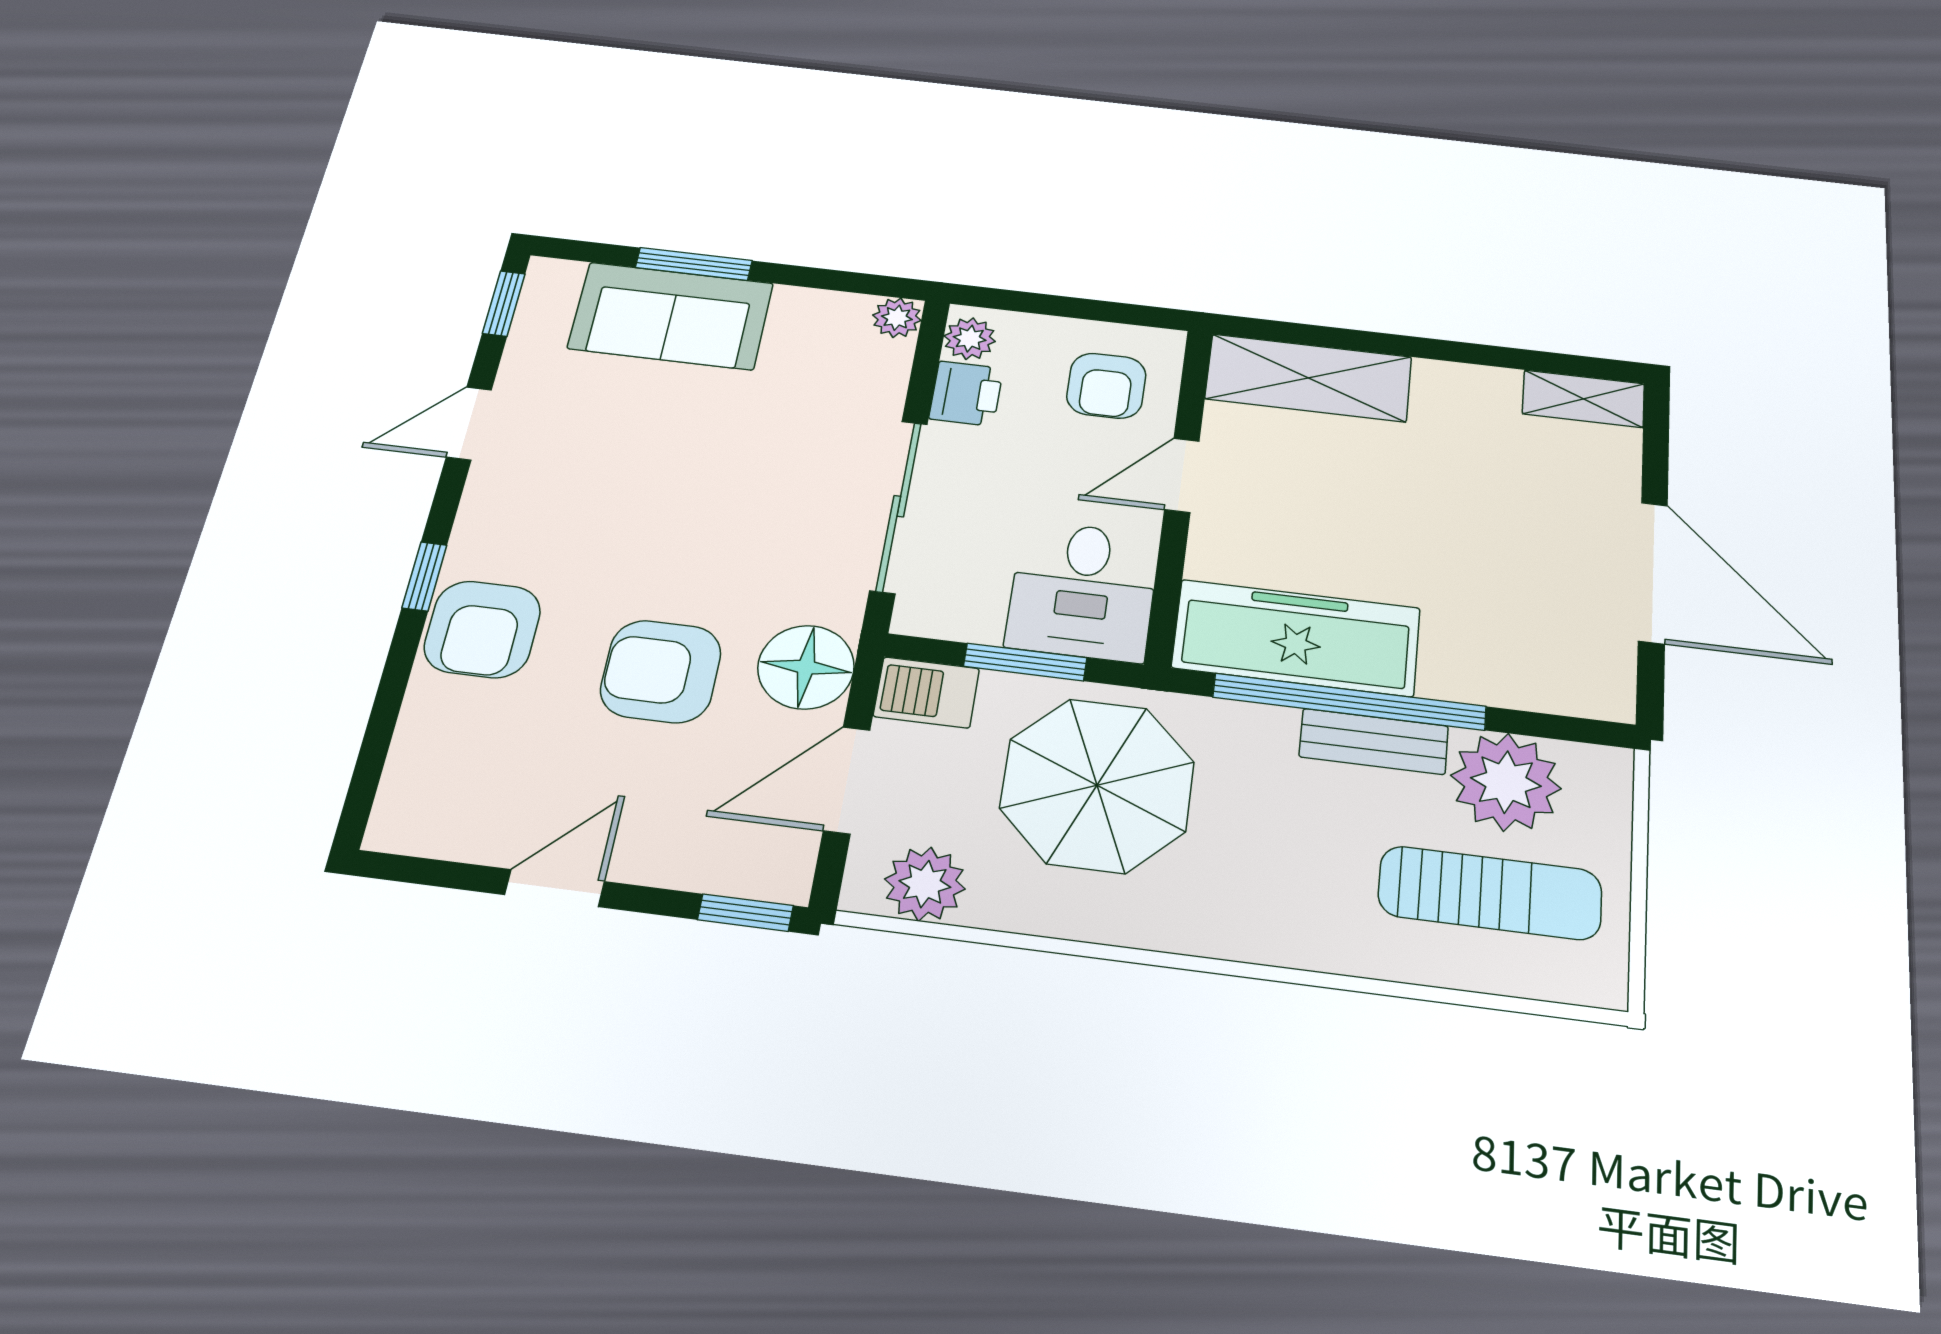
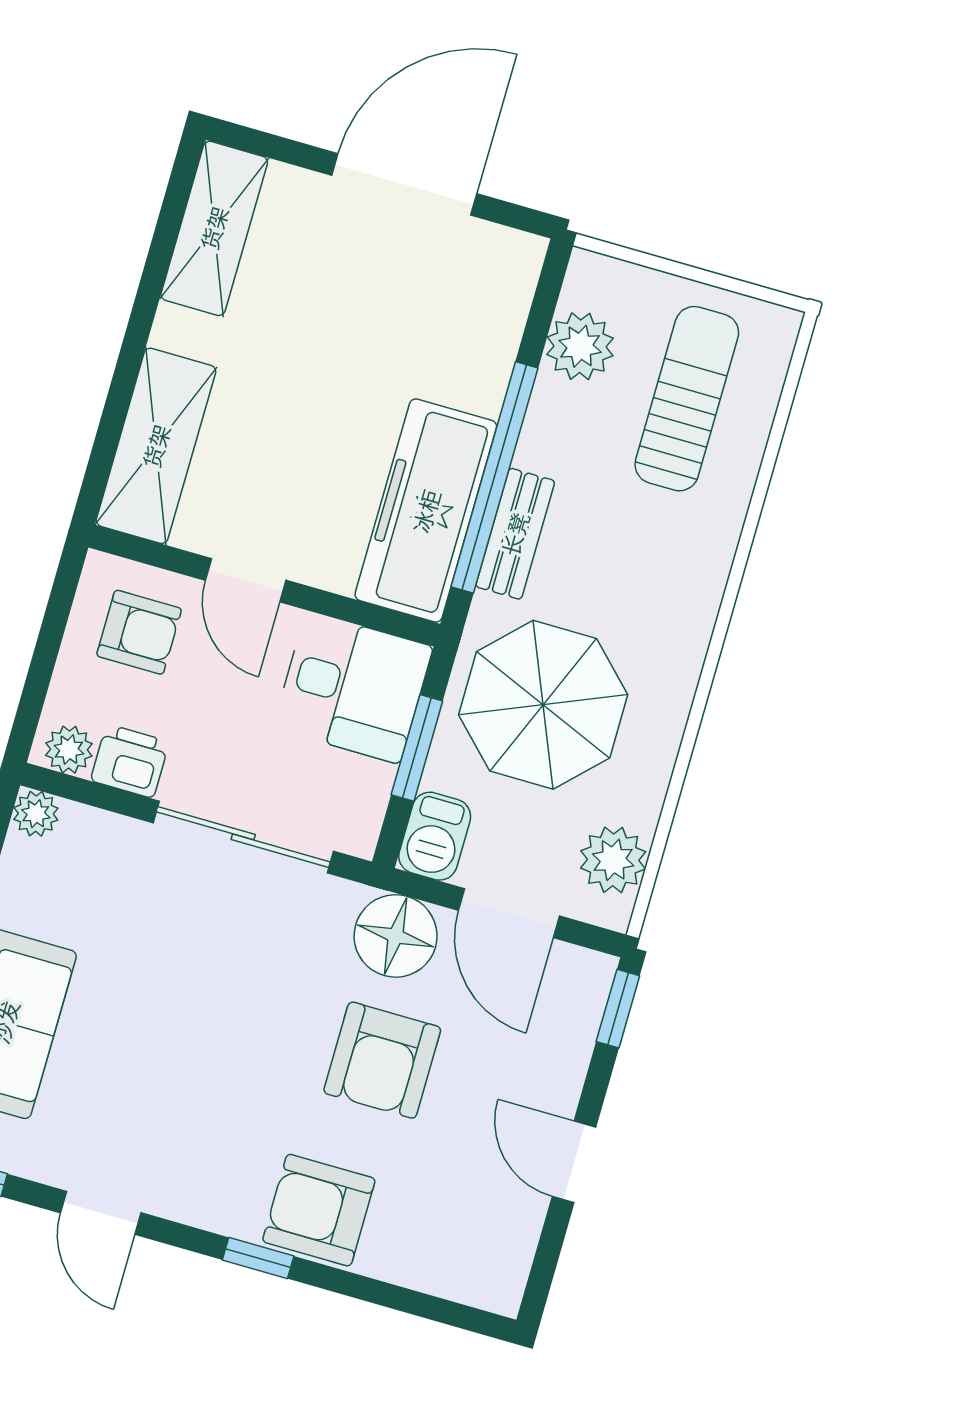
shelving: (1583, 399) -> (214, 228), width x1.50, depth x1.33
armchair: (482, 629) -> (319, 1210), turned 180
bench: (1374, 741) -> (515, 534), moved
plant: (1506, 782) -> (580, 346), width x0.73, depth x0.73

